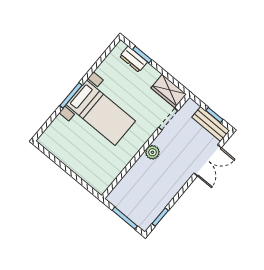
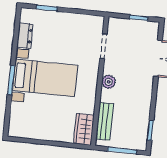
dresser: (133, 59) -> (25, 36), moved, turned -90
wardrobe: (169, 91) -> (84, 129), moved, turned 90
bench: (211, 124) -> (105, 121), moved, turned 90

